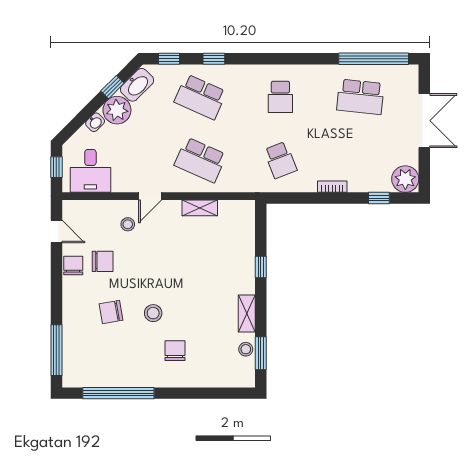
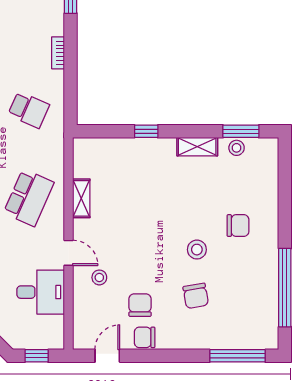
school desk: (280, 160) -> (29, 110), turned 45
desk: (90, 171) -> (41, 292), moved
chair: (175, 351) -> (238, 226), turned 180

